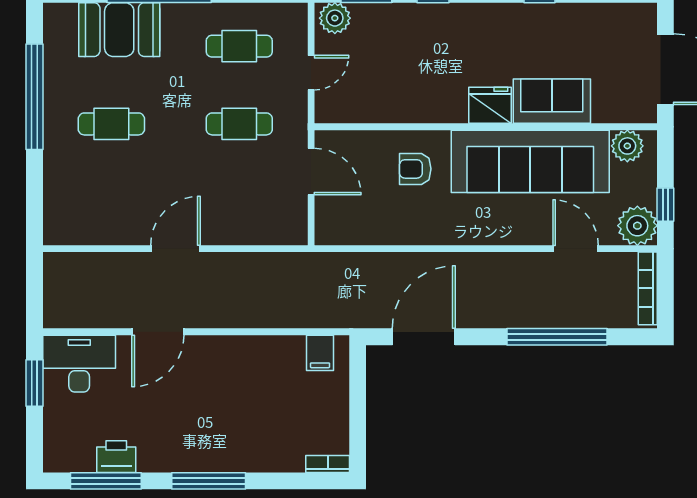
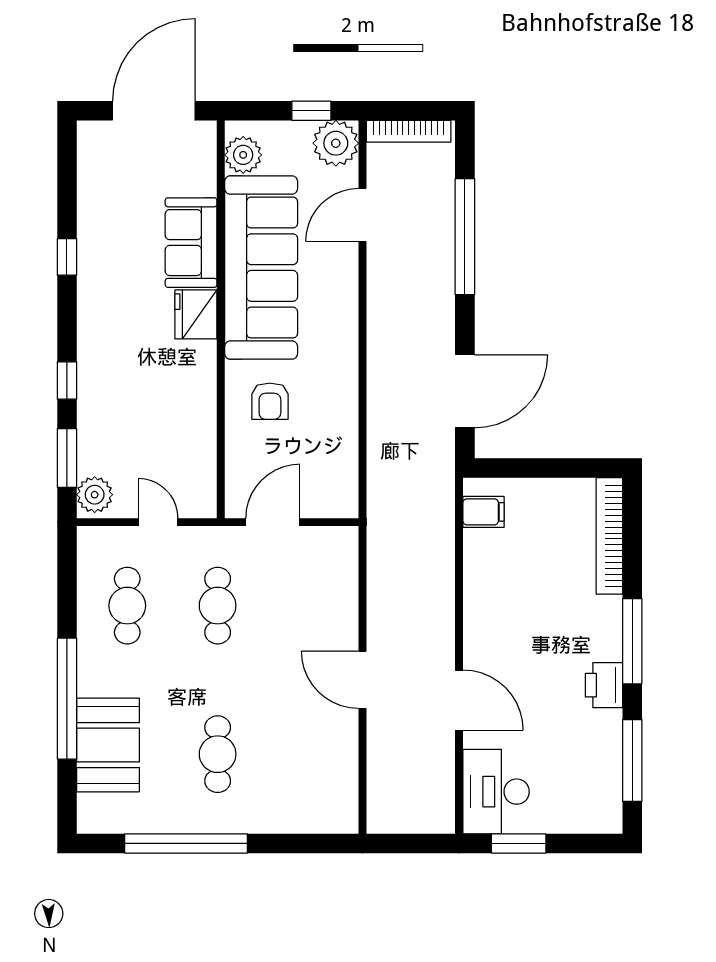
door: (424, 337) -> (465, 391), swing flipped
printer: (116, 457) -> (604, 685), moved
bookcase: (328, 464) -> (609, 536), width x2.31, depth x1.31

